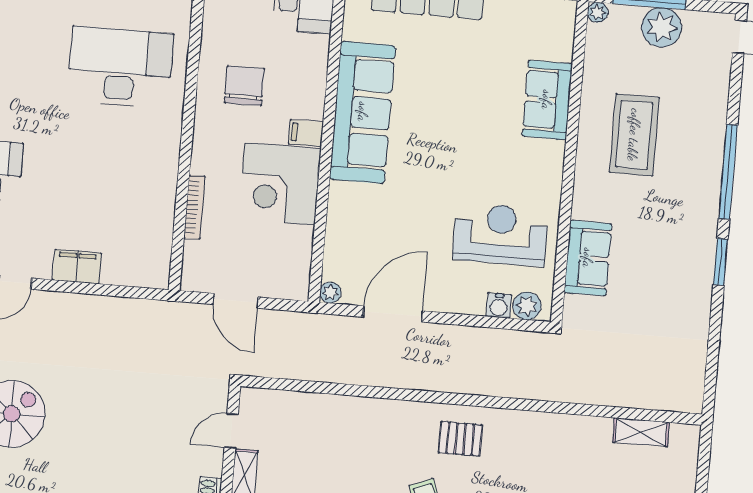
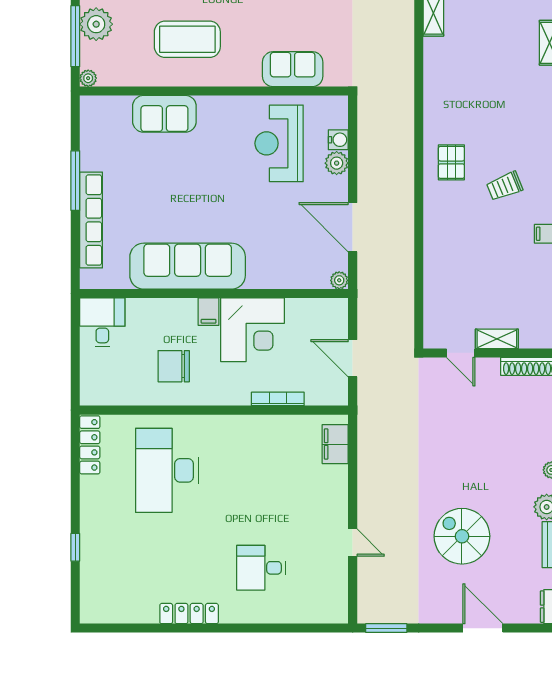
filing cabinet: (77, 266) -> (335, 444), moved
door: (236, 301) -> (353, 358), swing flipped
plant: (527, 306) -> (337, 163), moved

